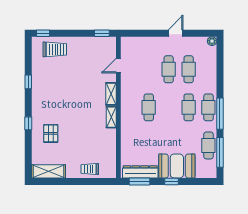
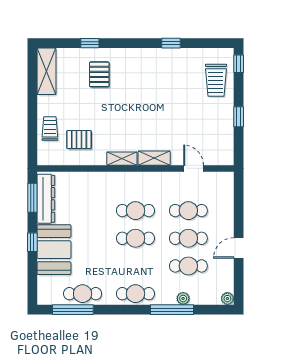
window: (102, 33) -> (239, 117), moved
door: (176, 33) -> (239, 248), swing flipped
cafe table: (149, 69) -> (188, 211), added
plant: (212, 73) -> (183, 298), added
cafe table: (189, 107) -> (135, 238), moved
window: (220, 114) -> (172, 310), moved
window: (28, 123) -> (90, 43), moved
pallet: (51, 133) -> (99, 74), turned 90
pallet: (98, 148) -> (79, 140), added

